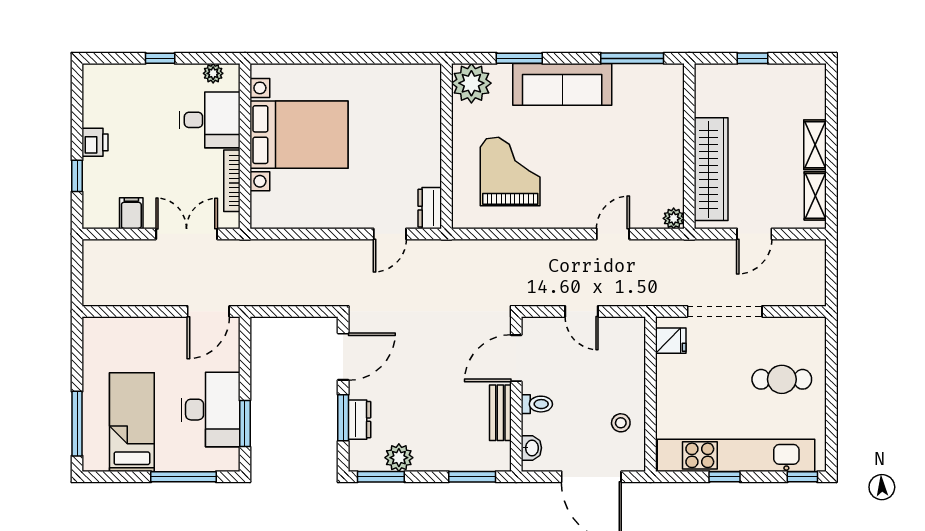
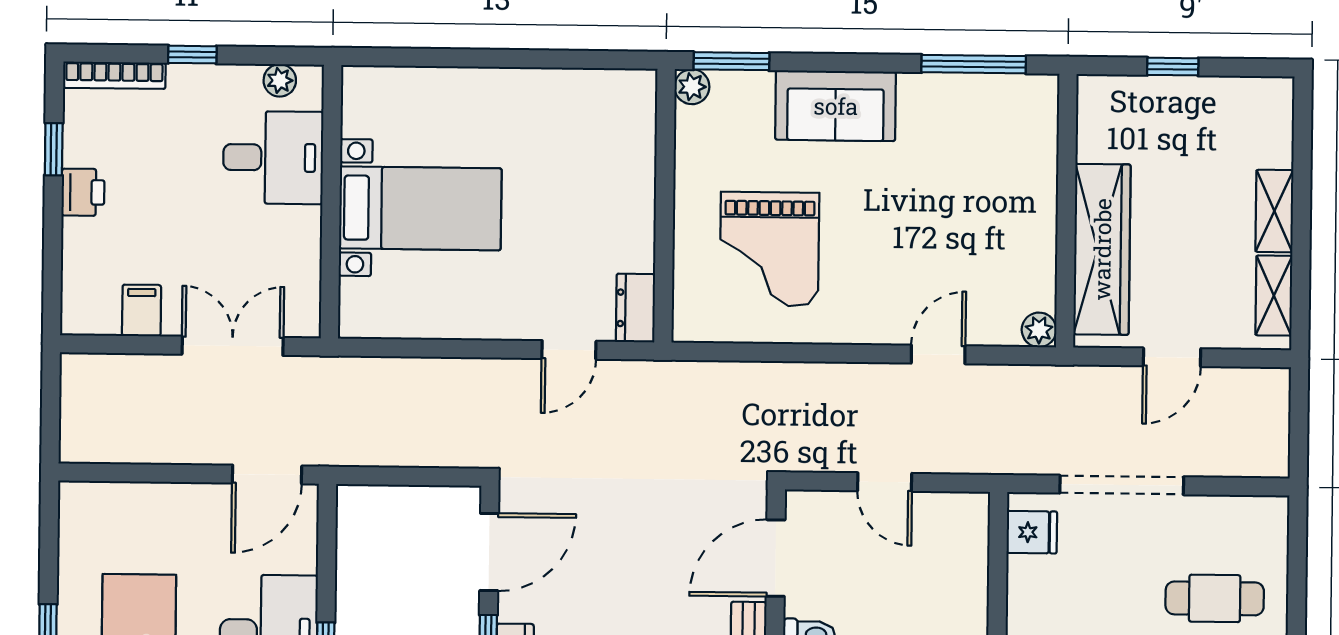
window: (519, 58) -> (731, 61), moved
plant: (471, 83) -> (692, 87), width x0.53, depth x0.53
sofa: (562, 84) -> (836, 106), width x0.73
bed with nightstands: (299, 135) -> (420, 208), width x0.73
grand piano: (510, 171) -> (769, 249), turned 180
window: (77, 176) -> (54, 149), moved
bookcase: (232, 181) -> (114, 75), moved, turned -90

